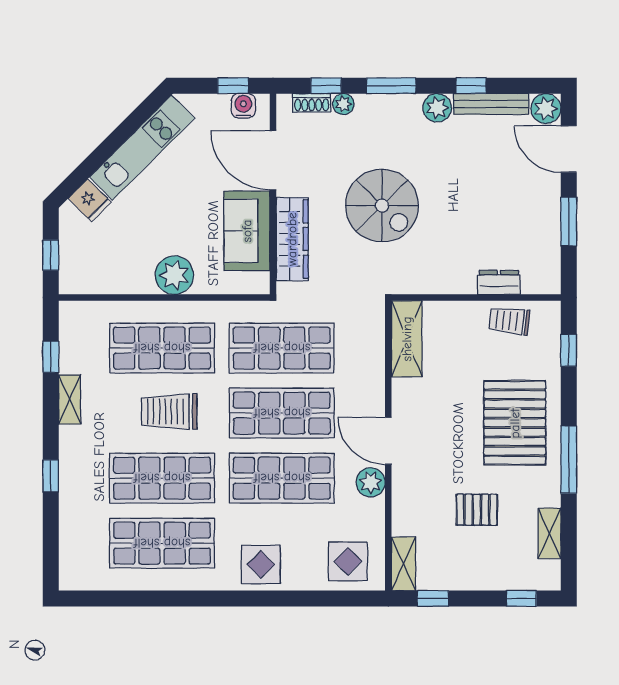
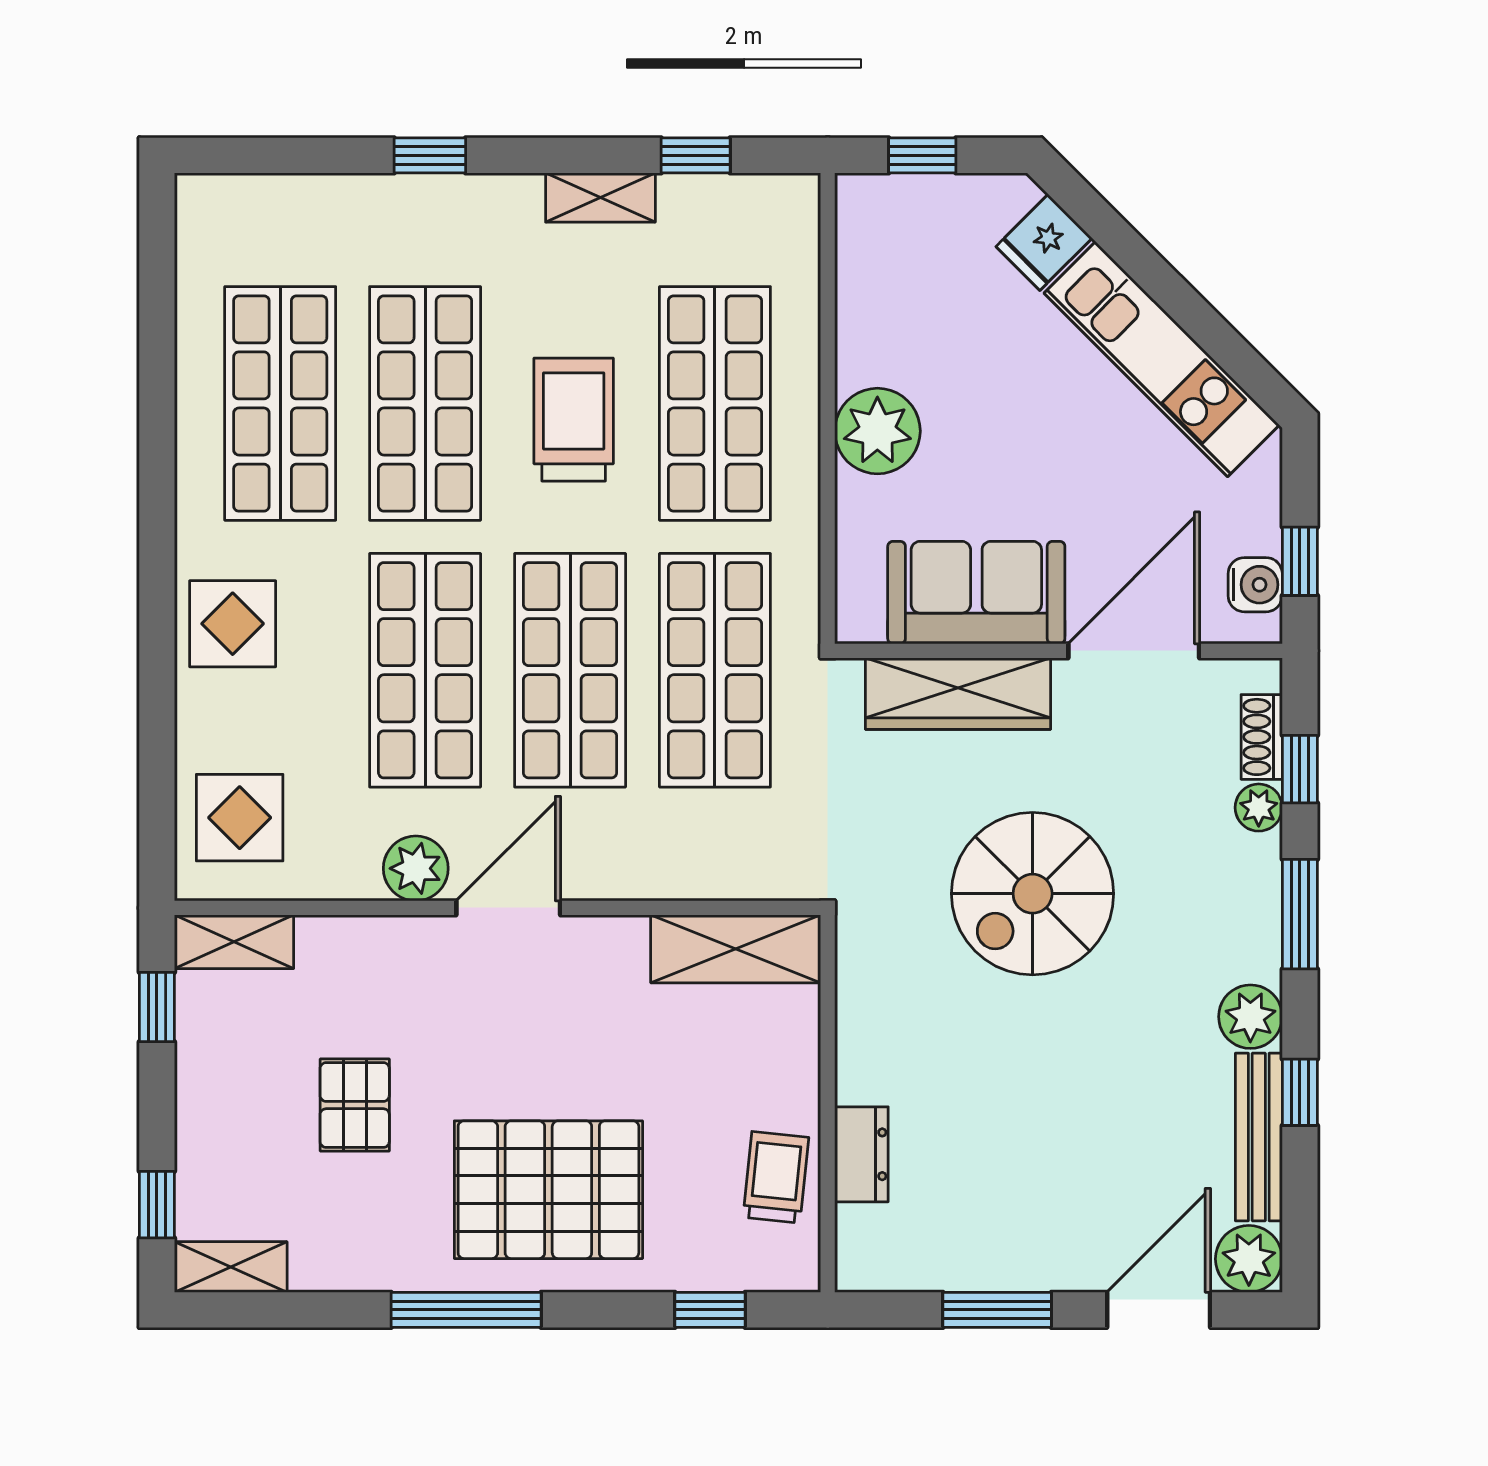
shelving: (549, 533) -> (231, 1267), moved

